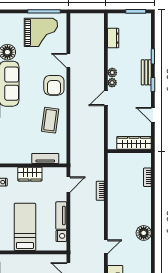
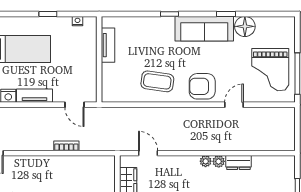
dresser: (113, 38) -> (238, 163), moved
door: (106, 98) -> (148, 153), moved
tv unit: (45, 158) -> (108, 45), moved
wardrobe: (30, 174) -> (88, 55), removed

